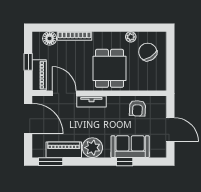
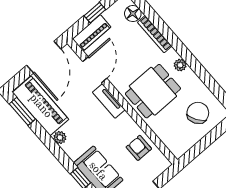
plant: (131, 37) -> (180, 65), moved
armchair: (137, 108) -> (139, 148), turned 87
plant: (92, 148) -> (60, 138), width x0.53, depth x0.53
piano: (64, 150) -> (41, 106), width x1.37, depth x1.33

